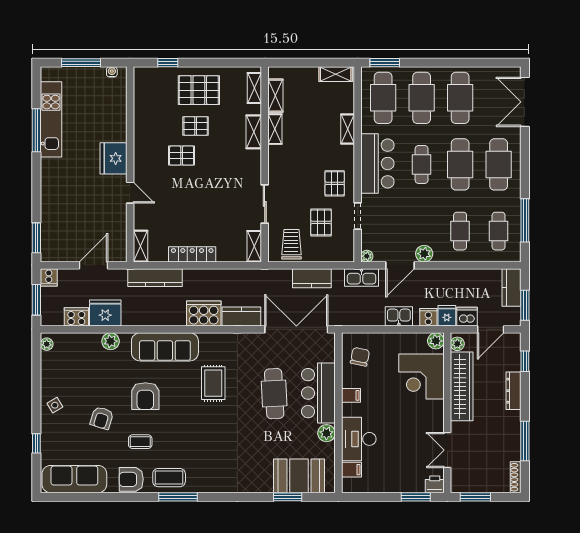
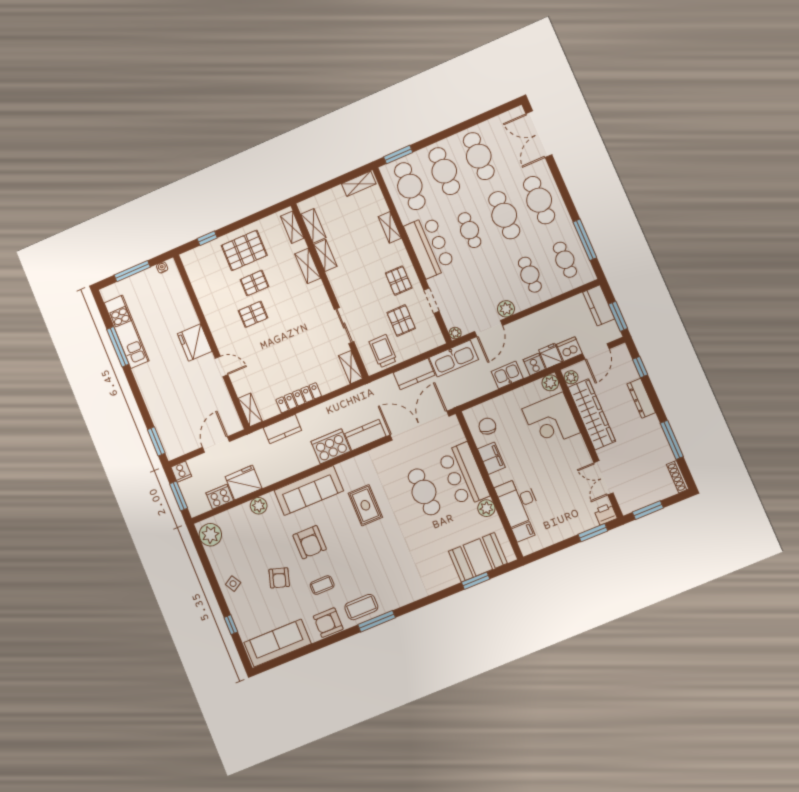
kitchen sink: (362, 277) -> (454, 358), width x1.36, depth x1.24
kitchen counter: (155, 278) -> (282, 429), width x0.67
plant: (47, 344) -> (210, 535), width x1.88, depth x1.88
filing cabinet: (351, 395) -> (491, 458), width x2.00

